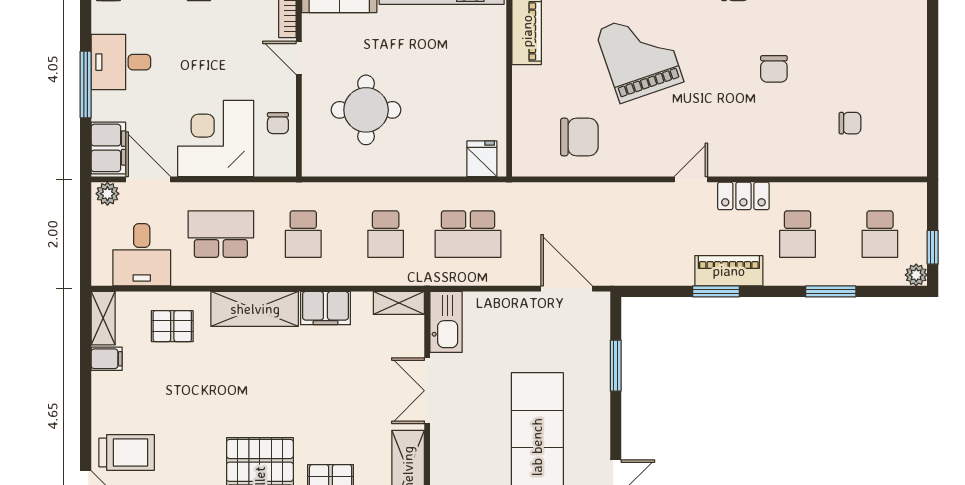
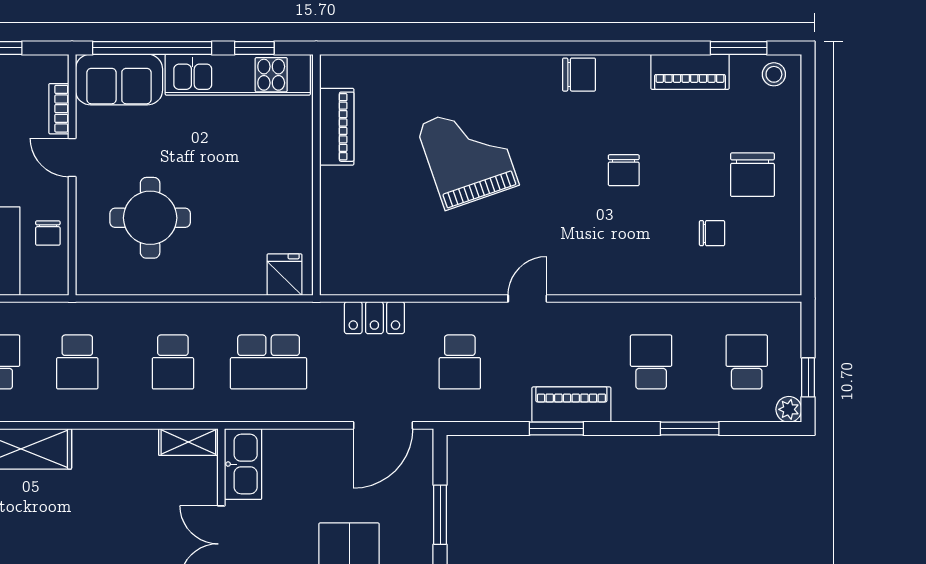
chair: (579, 137) -> (752, 175), moved, turned 90
locker: (743, 196) -> (374, 318), moved
school desk: (633, 234) -> (460, 362), added
school desk: (798, 234) -> (651, 362), turned 180
school desk: (880, 234) -> (747, 362), turned 180
door: (567, 289) -> (383, 425), swing flipped
filing cabinet: (325, 308) -> (103, 448), removed

